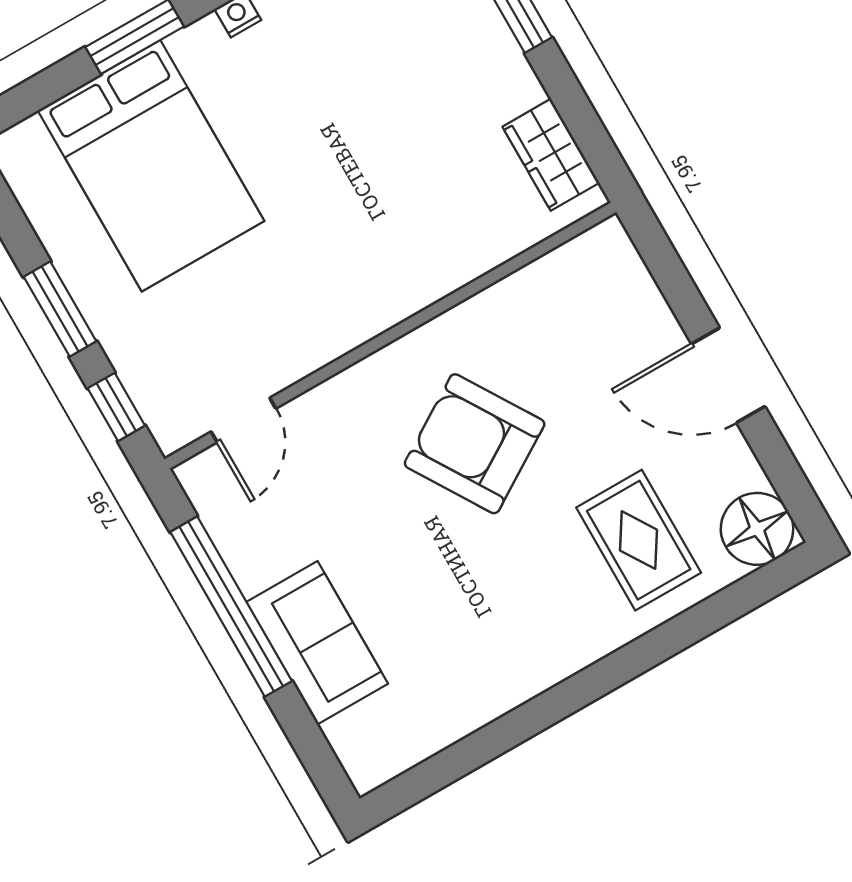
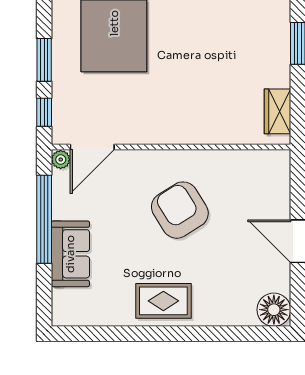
door: (243, 420) -> (92, 147), width x1.38
plant: (198, 477) -> (61, 160), added
rug: (639, 540) -> (163, 301), moved, turned 90

